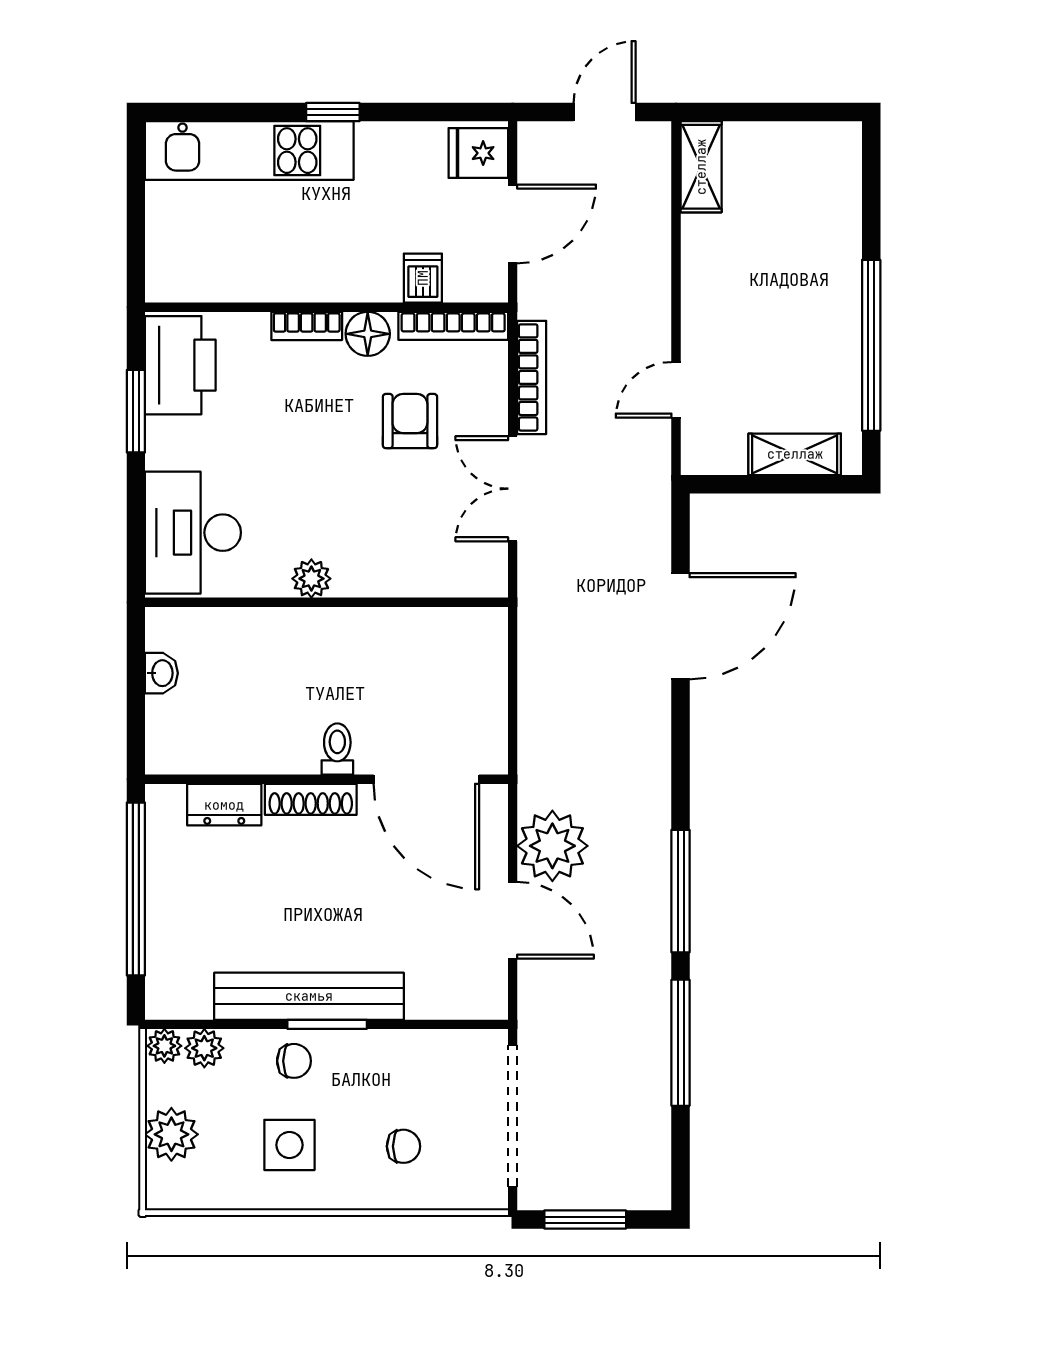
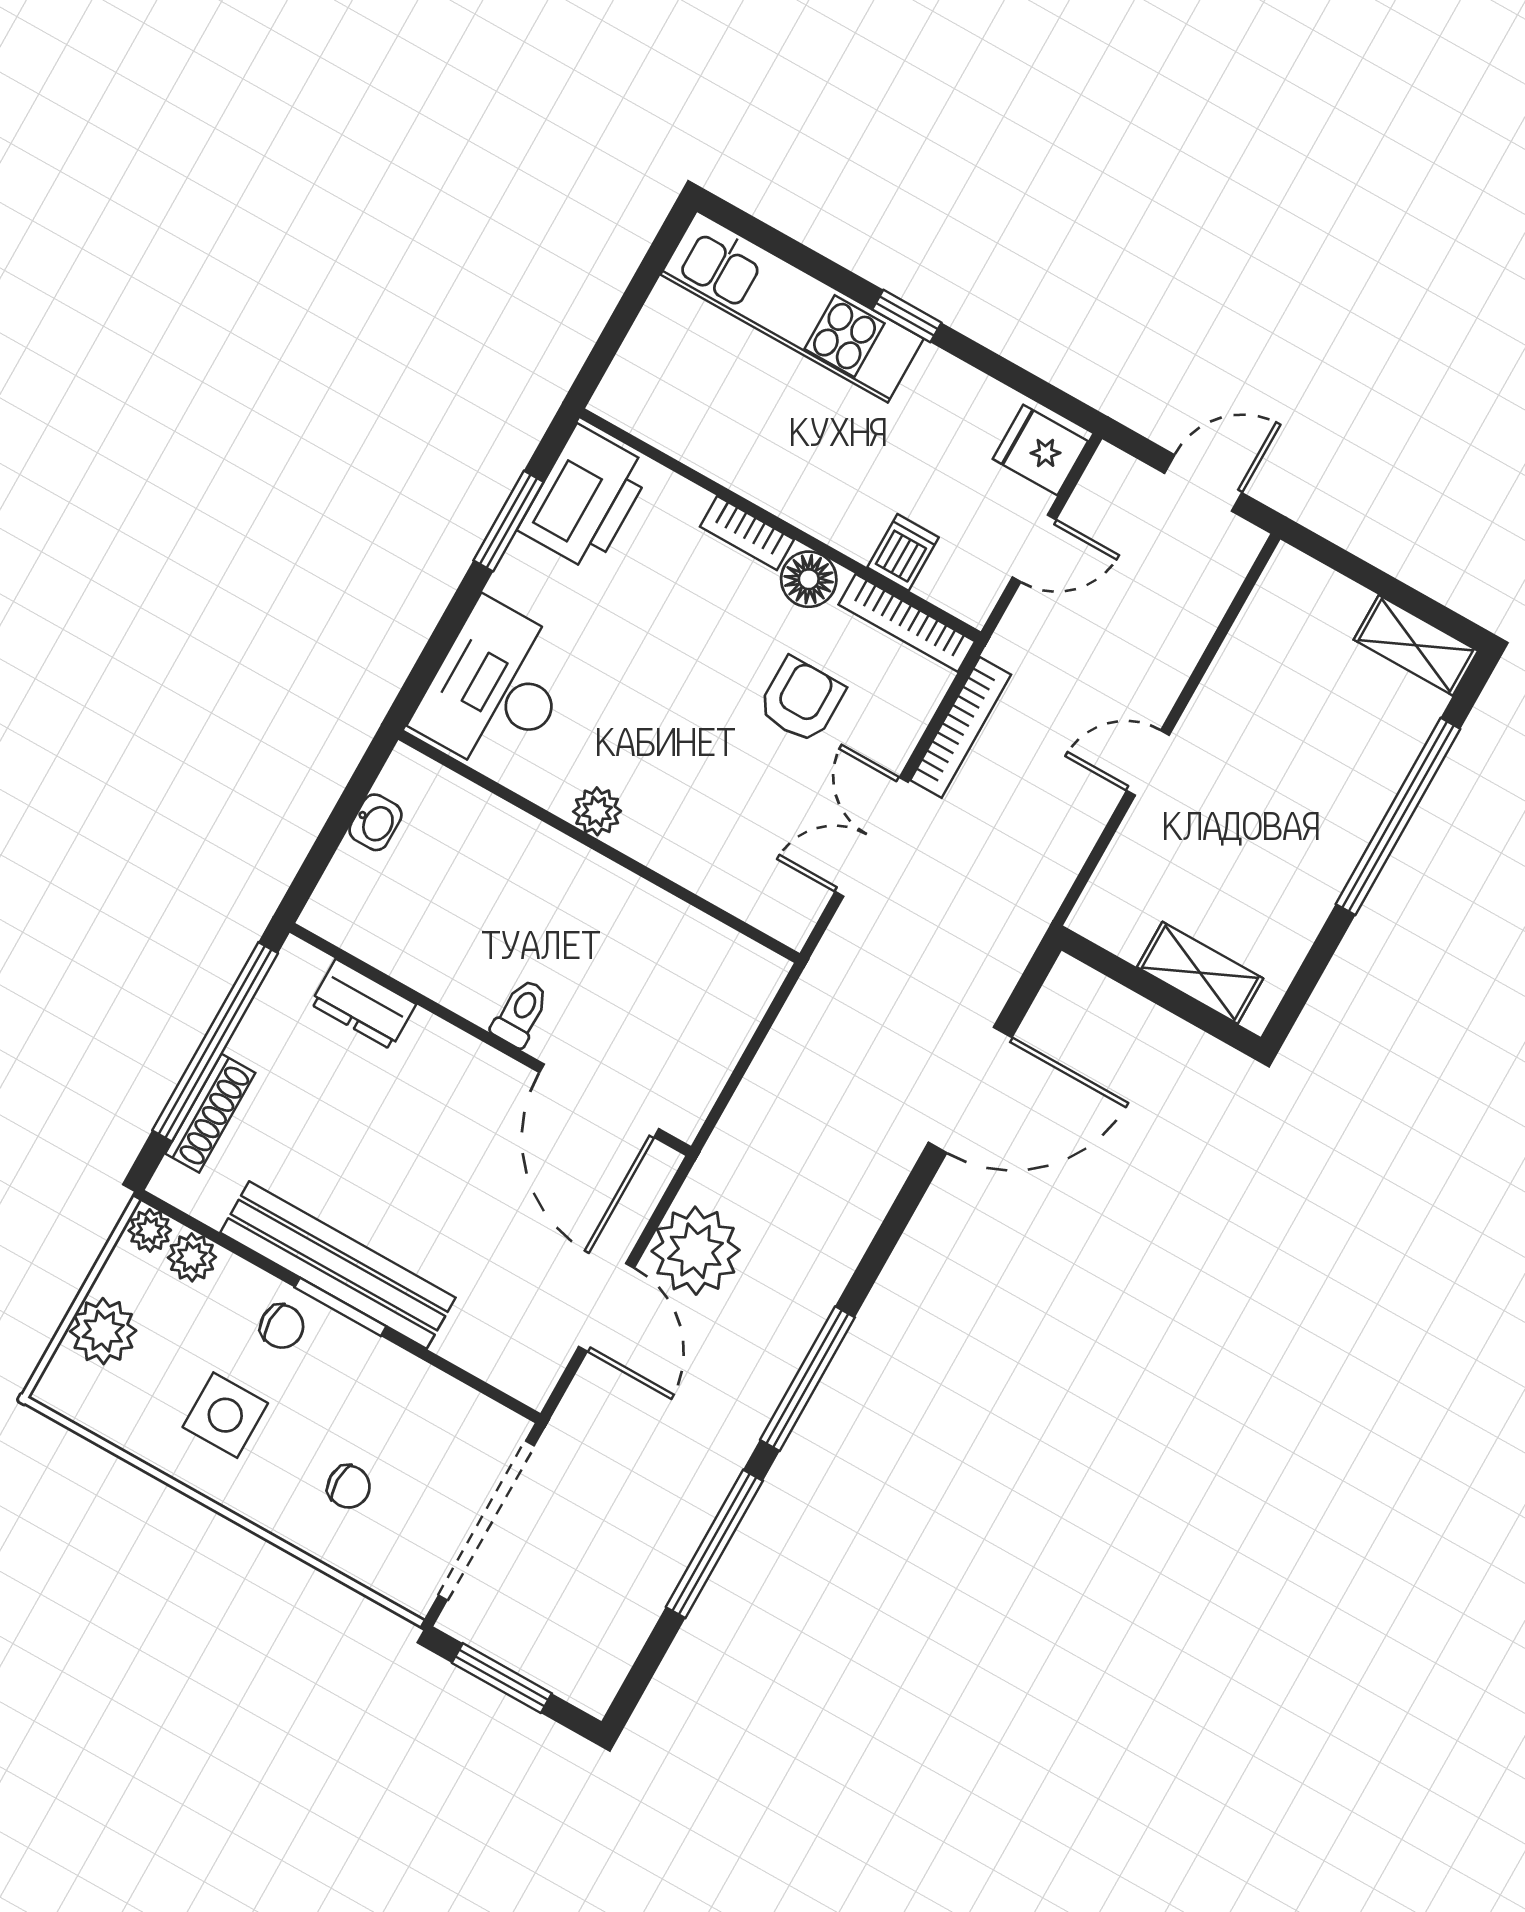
shelving: (701, 167) -> (1416, 645), moved, turned 90
door: (513, 224) -> (1034, 548), width x0.73
window: (871, 345) -> (1398, 816), moved
door: (676, 390) -> (1148, 763), moved
shoe rack: (311, 799) -> (210, 1113), moved, turned -90

